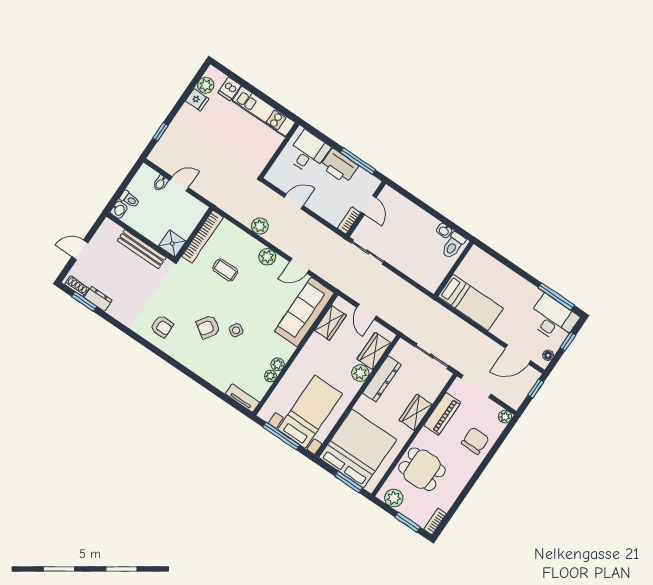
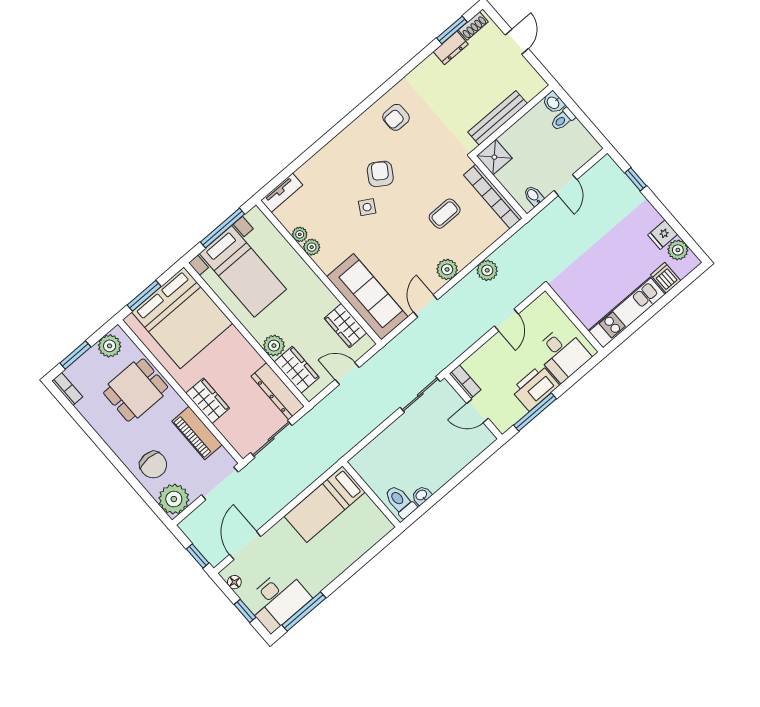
bidet: (161, 183) -> (534, 196), moved
dresser: (382, 379) -> (278, 391), moved
plant: (505, 417) -> (174, 499), width x1.87, depth x1.87

